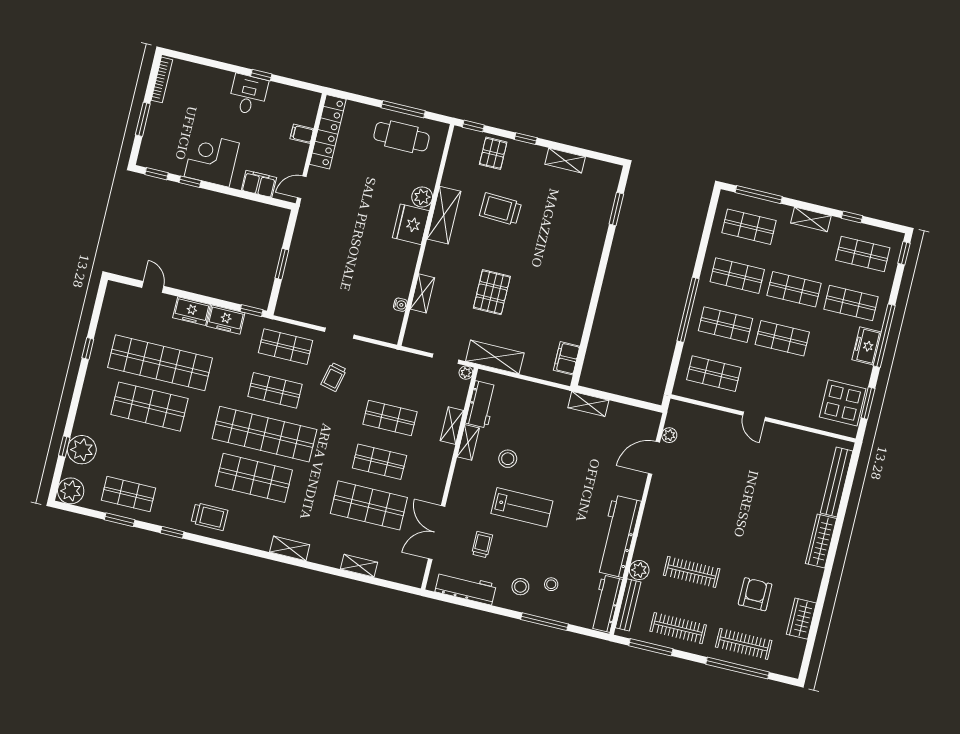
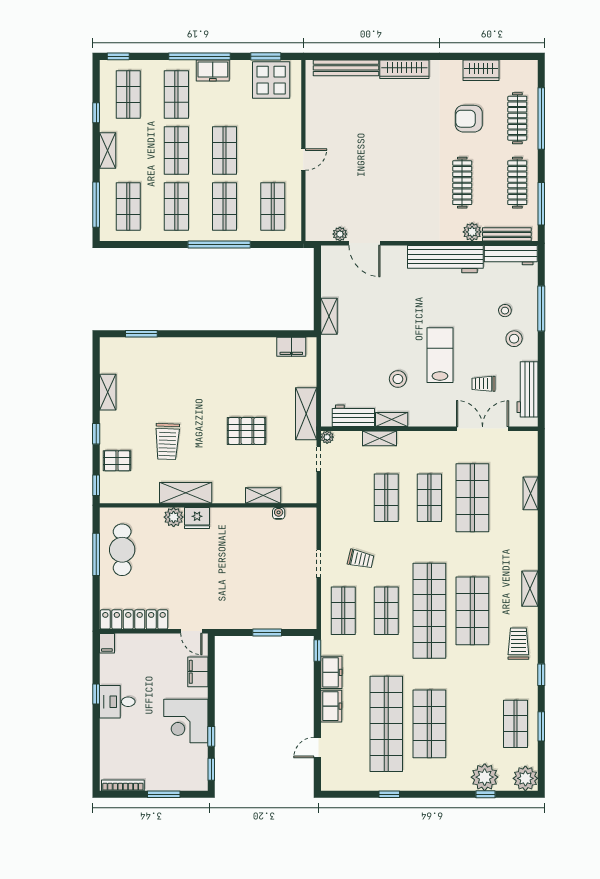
filing cabinet: (302, 134) -> (107, 643), moved
fridge: (411, 224) -> (197, 518), width x0.73, depth x0.75
double door: (437, 533) -> (483, 429), swing flipped
shelving: (290, 548) -> (530, 589), moved

